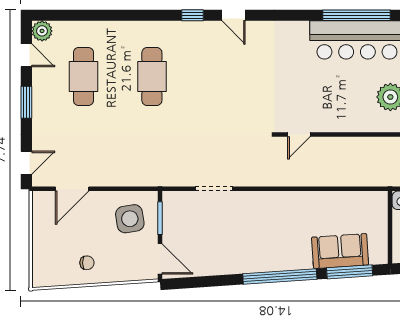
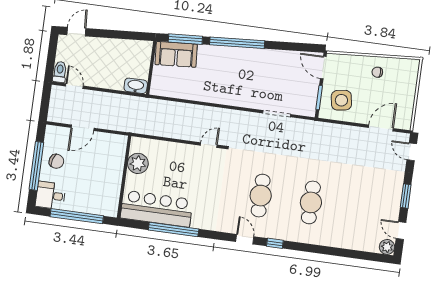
window: (357, 15) -> (174, 229), moved
cafe table: (83, 77) -> (261, 196), moved
door: (26, 163) -> (412, 152), hinge flipped
sofa: (340, 251) -> (176, 54), moved

